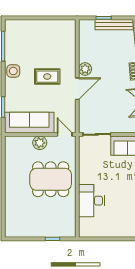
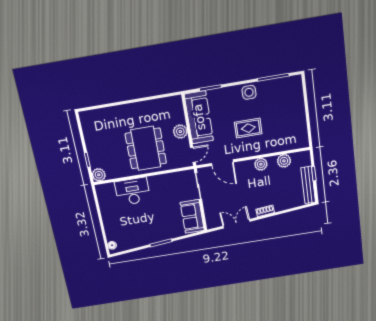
plant: (85, 46) -> (284, 161), added
rug: (47, 77) -> (248, 128), turned 90
door: (77, 89) -> (222, 163), moved
plant: (69, 231) -> (99, 175), added

